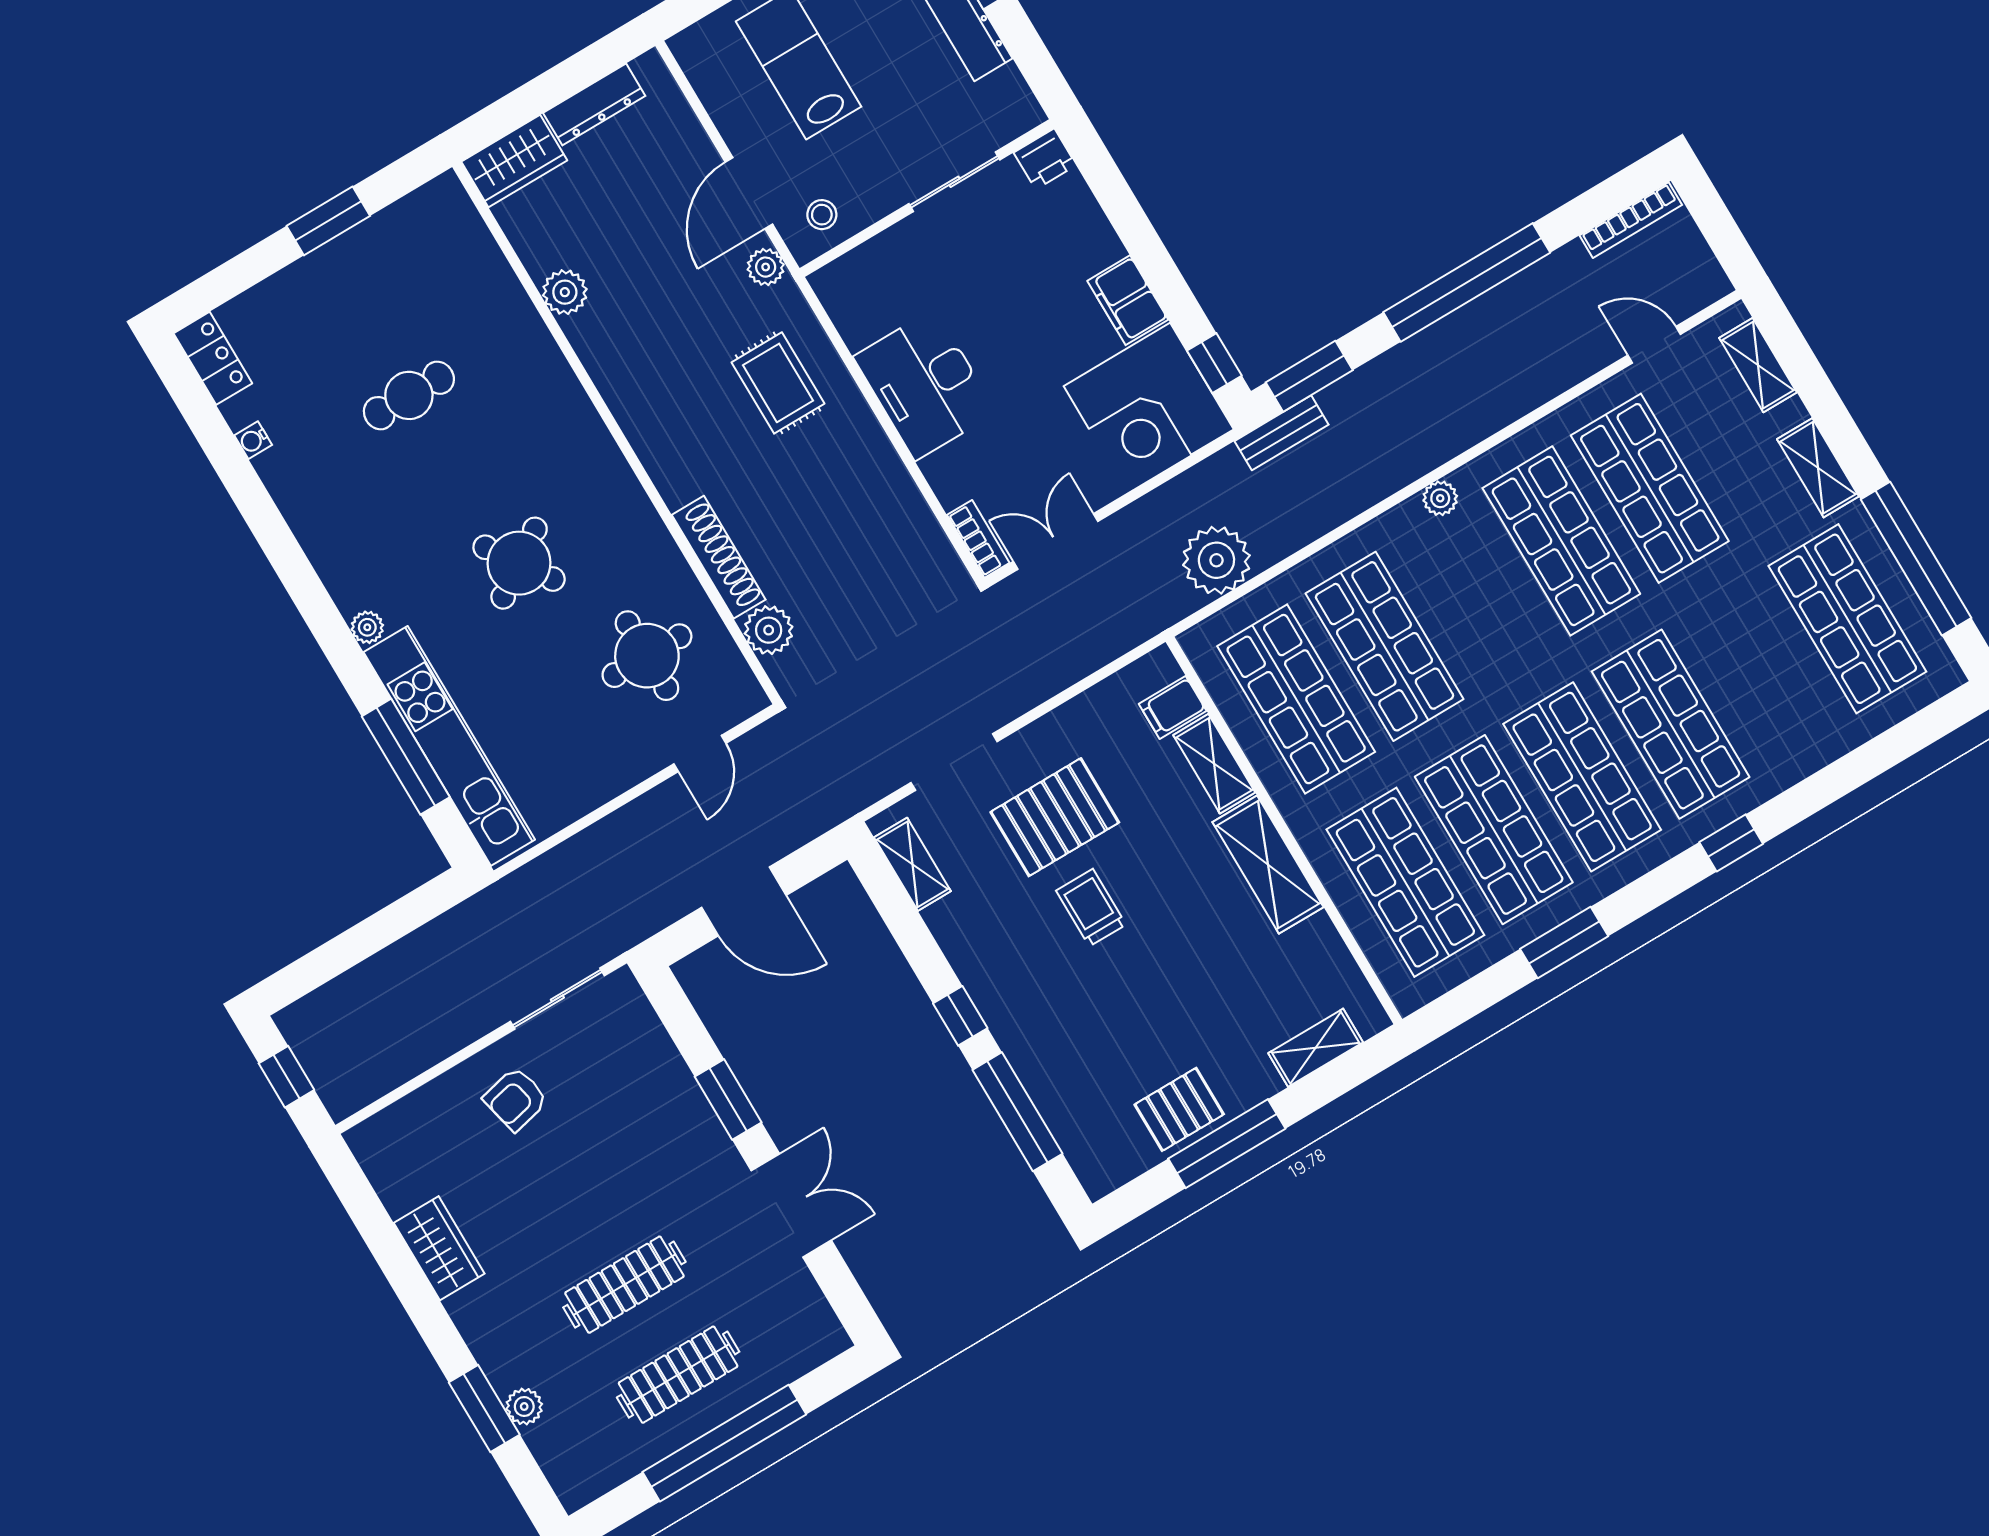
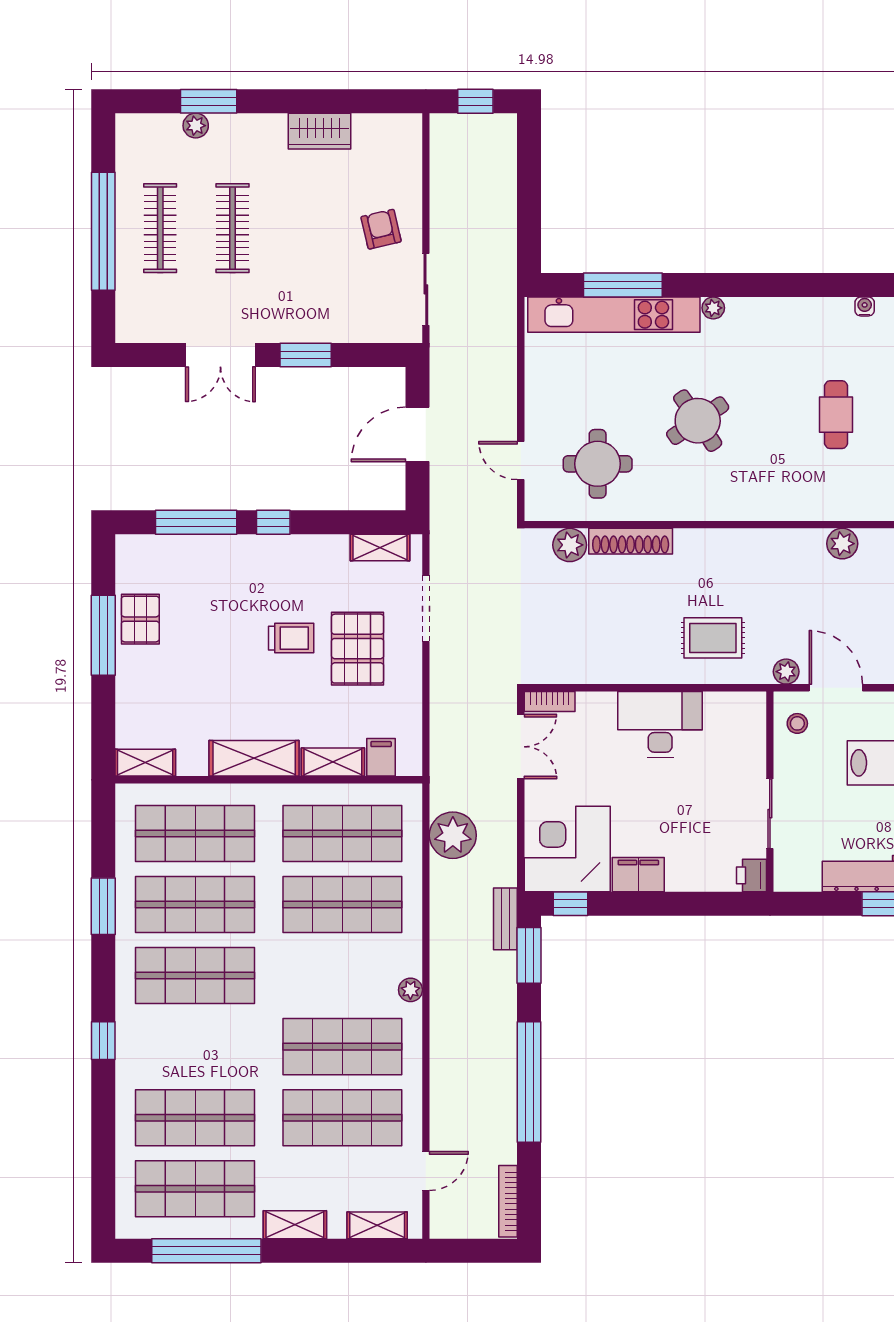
shop shelf: (1671, 724) -> (195, 1118), moved
shelving: (1316, 1048) -> (145, 763), moved, turned 90

